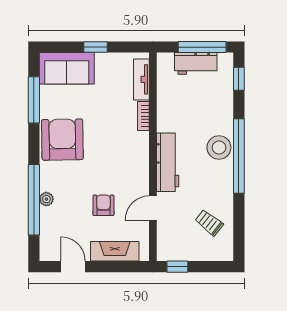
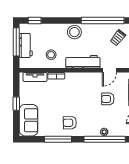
window: (34, 100) -> (58, 139), moved
stool: (180, 107) -> (51, 55), added
armchair: (62, 140) -> (70, 123), width x0.53, depth x0.53
window: (239, 156) -> (103, 21), moved
door: (153, 208) -> (109, 70), hinge flipped

